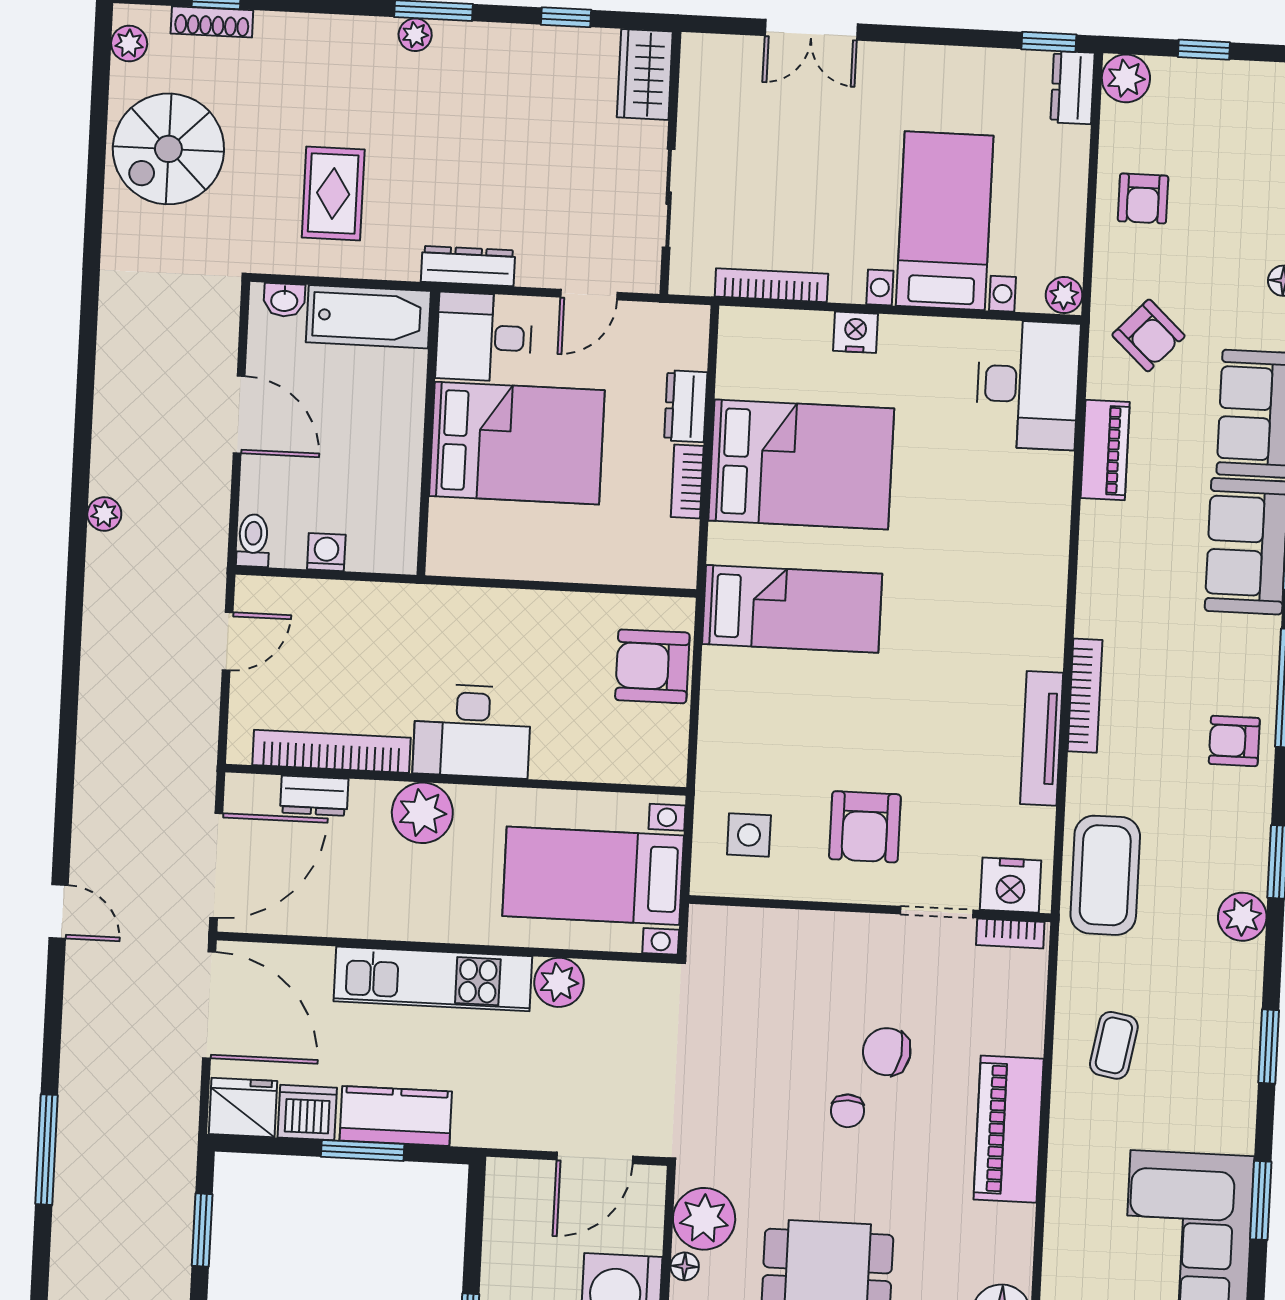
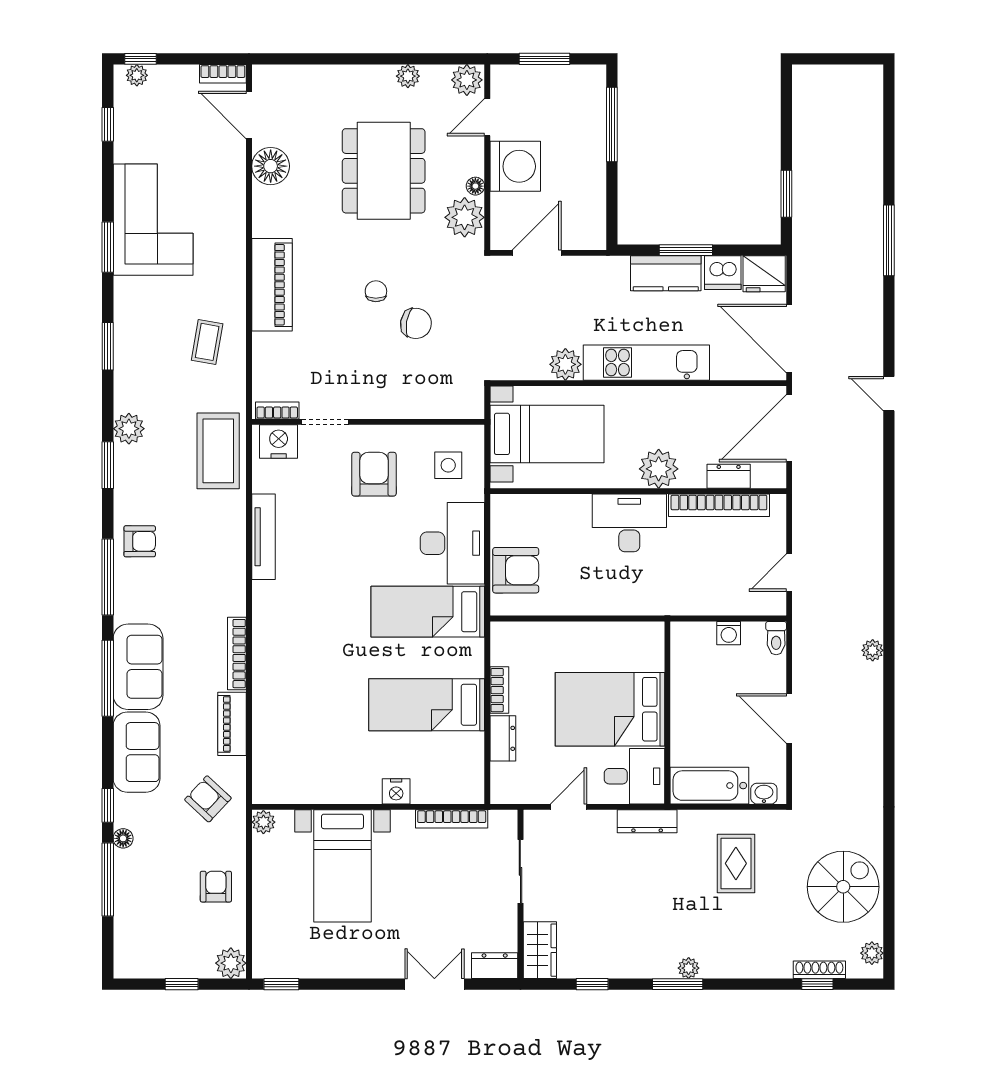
dresser: (1073, 88) -> (495, 966), moved, turned -90
desk: (1028, 385) -> (452, 543), moved, turned 180
bed: (801, 464) -> (427, 705), width x0.67
bookcase: (1085, 696) -> (237, 654), moved
chair: (887, 1052) -> (416, 323), moved

